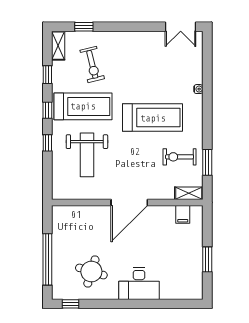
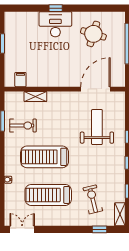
treadmill: (83, 106) -> (48, 195), moved
shelving: (189, 193) -> (35, 96), moved
door: (129, 202) -> (95, 89), moved
window: (70, 304) -> (56, 8), moved

